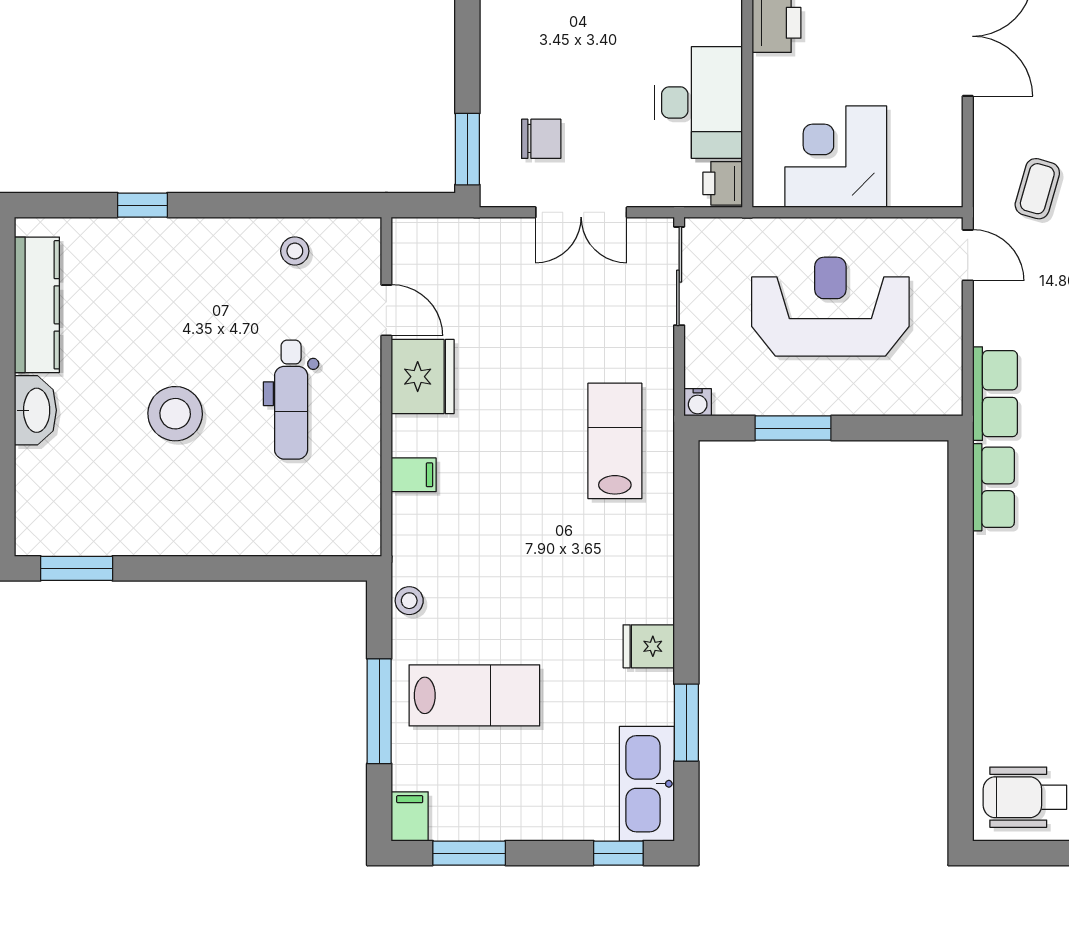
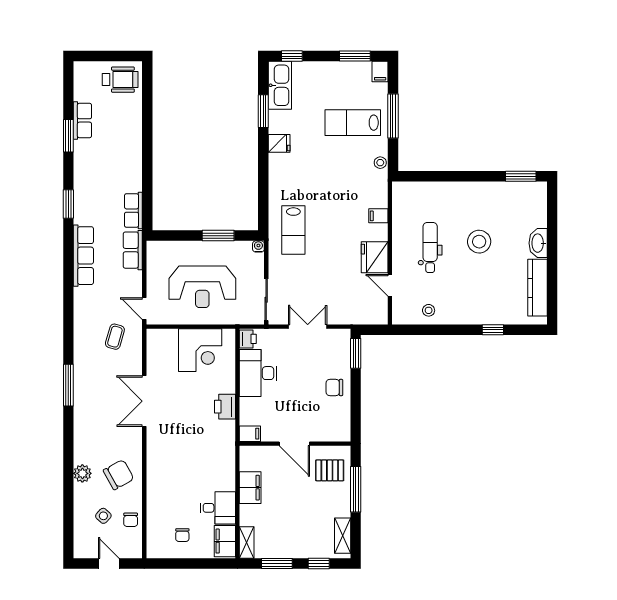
chair: (541, 139) -> (334, 388), moved

